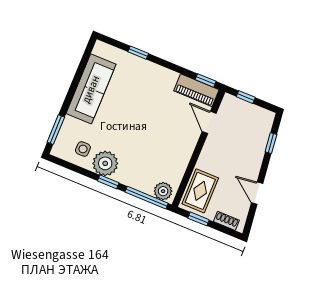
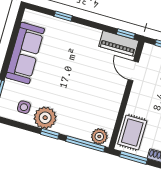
window: (198, 219) -> (134, 158), width x1.50

